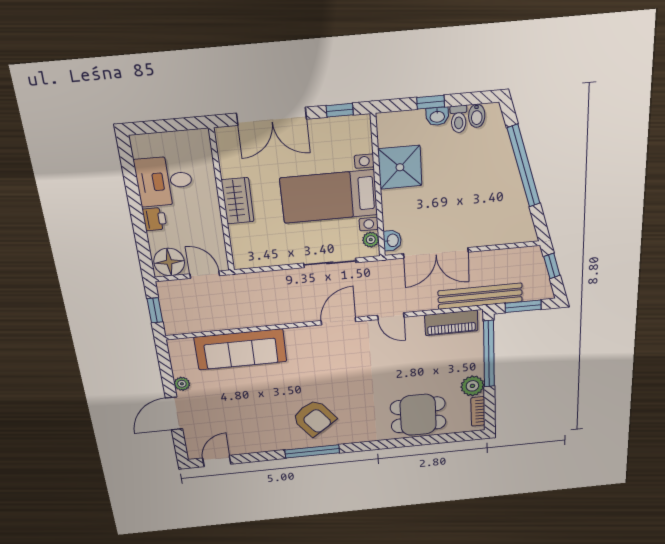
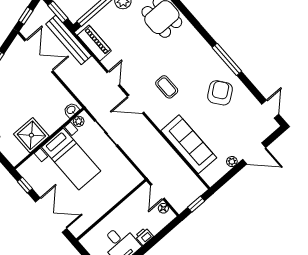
wardrobe: (238, 201) -> (105, 202), removed
double door: (436, 253) -> (39, 56), moved
floor lamp: (169, 262) -> (163, 208), width x0.53, depth x0.53
coffee table: (332, 369) -> (167, 87), added
armchair: (314, 418) -> (220, 93), moved
door: (217, 461) -> (270, 109), swing flipped

